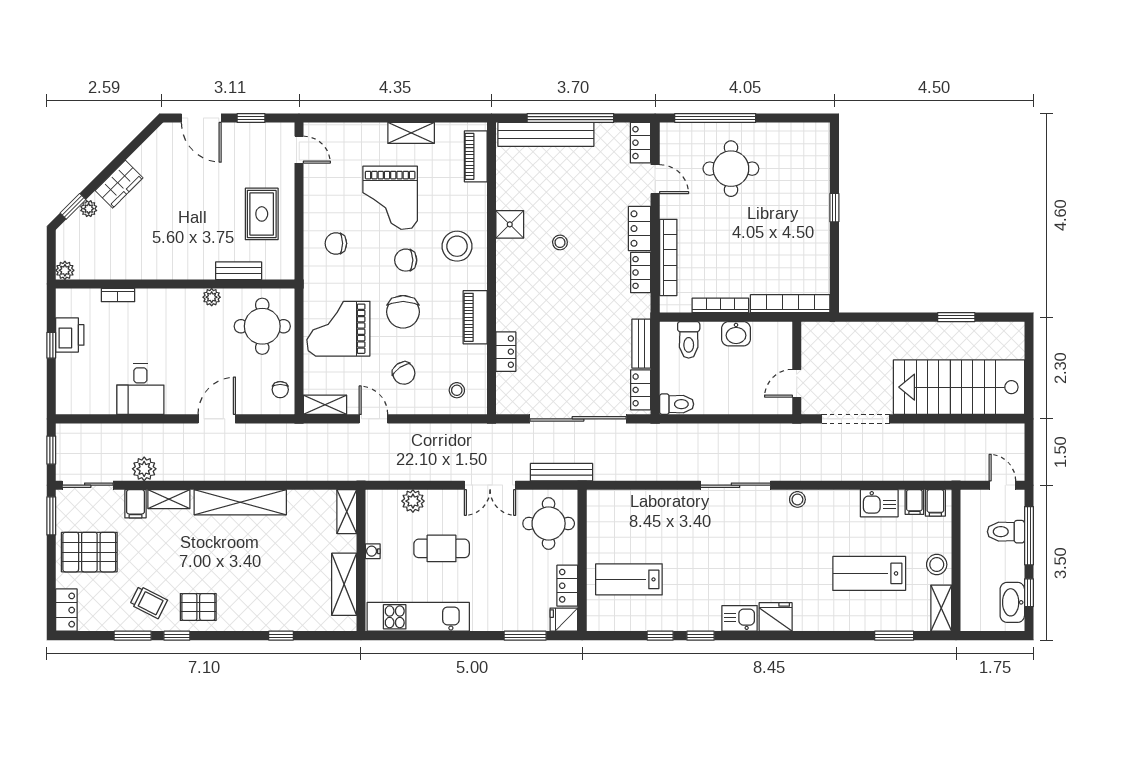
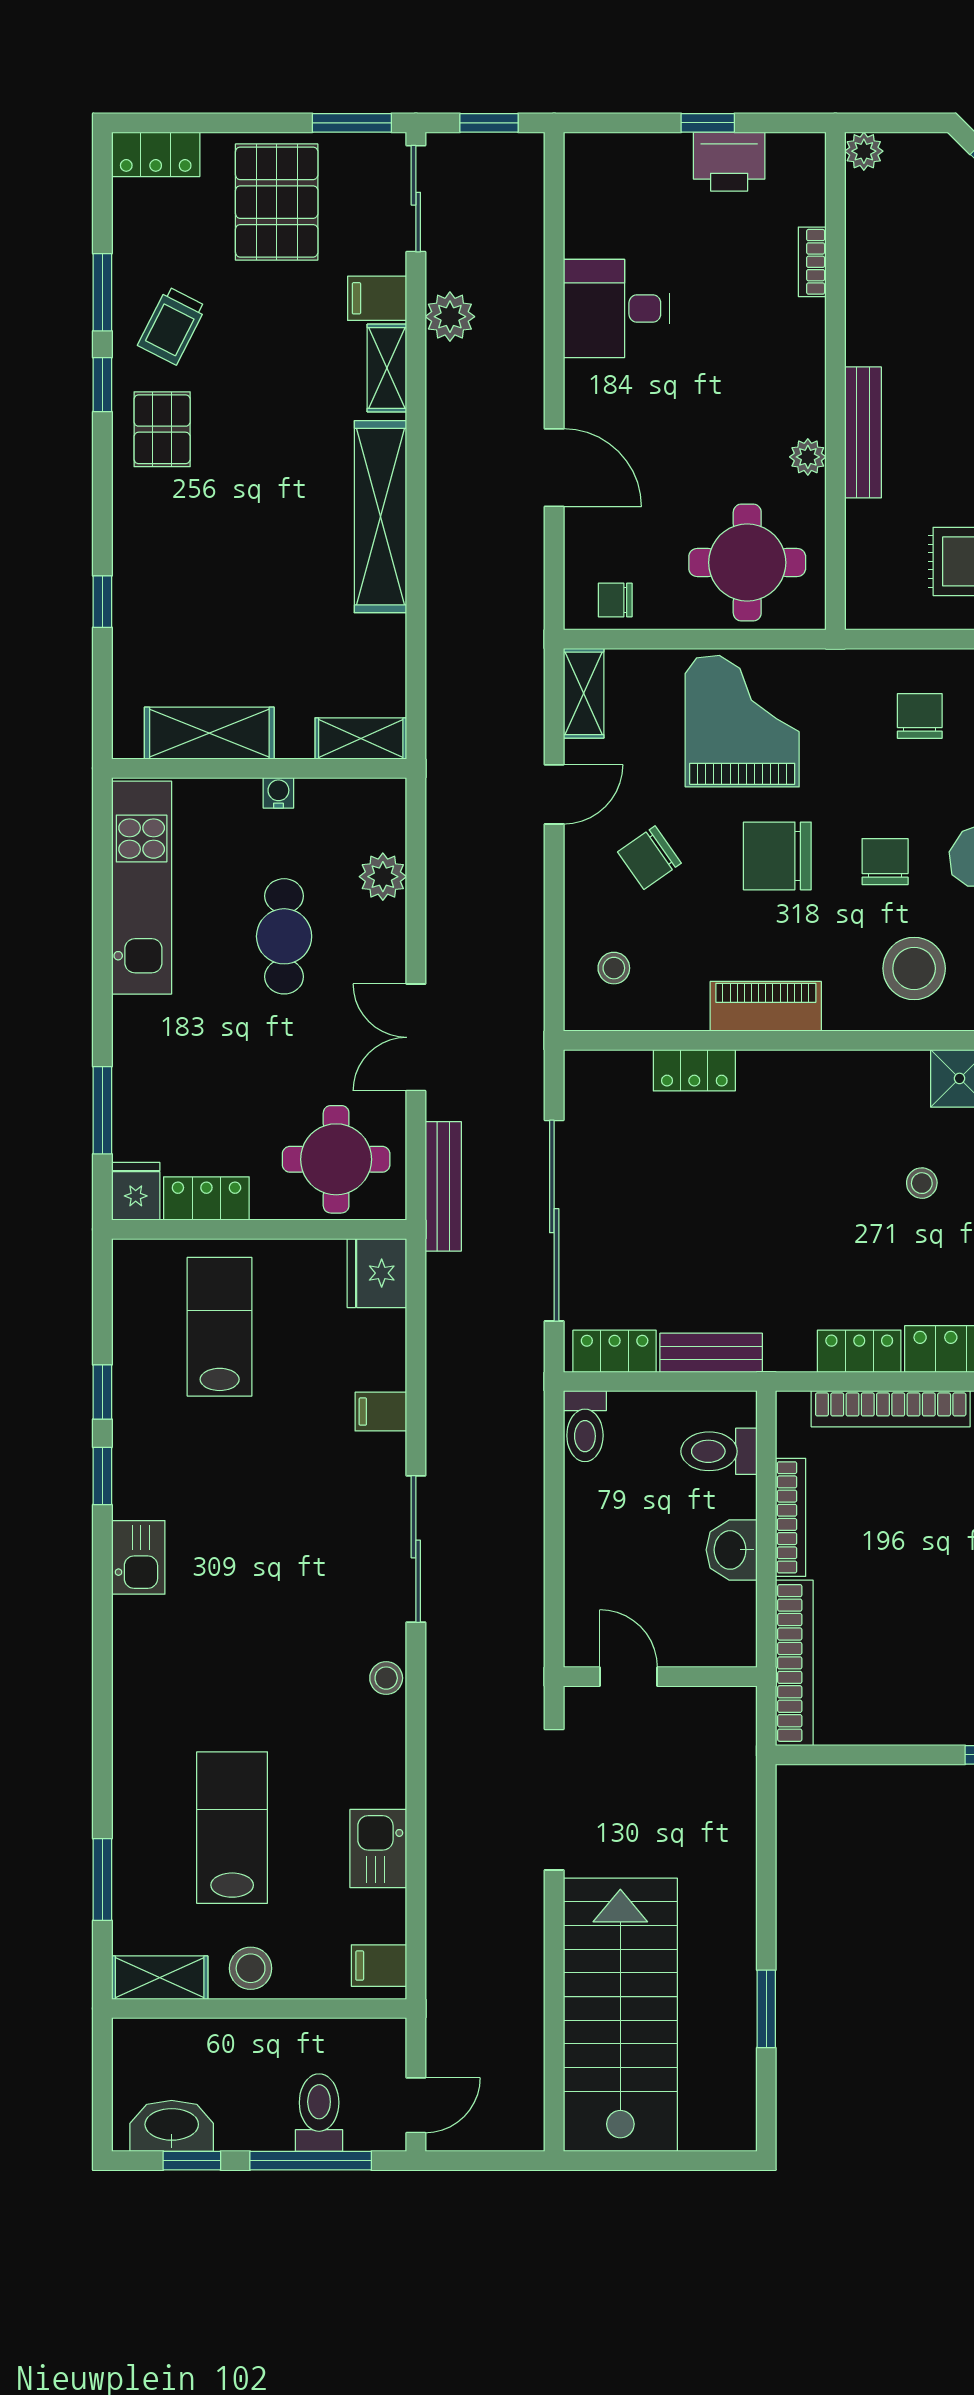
bench: (239, 271) -> (863, 432), moved, width x1.36
filing cabinet: (914, 502) -> (381, 1412), moved
fridge: (776, 617) -> (377, 1273), moved, turned 180

